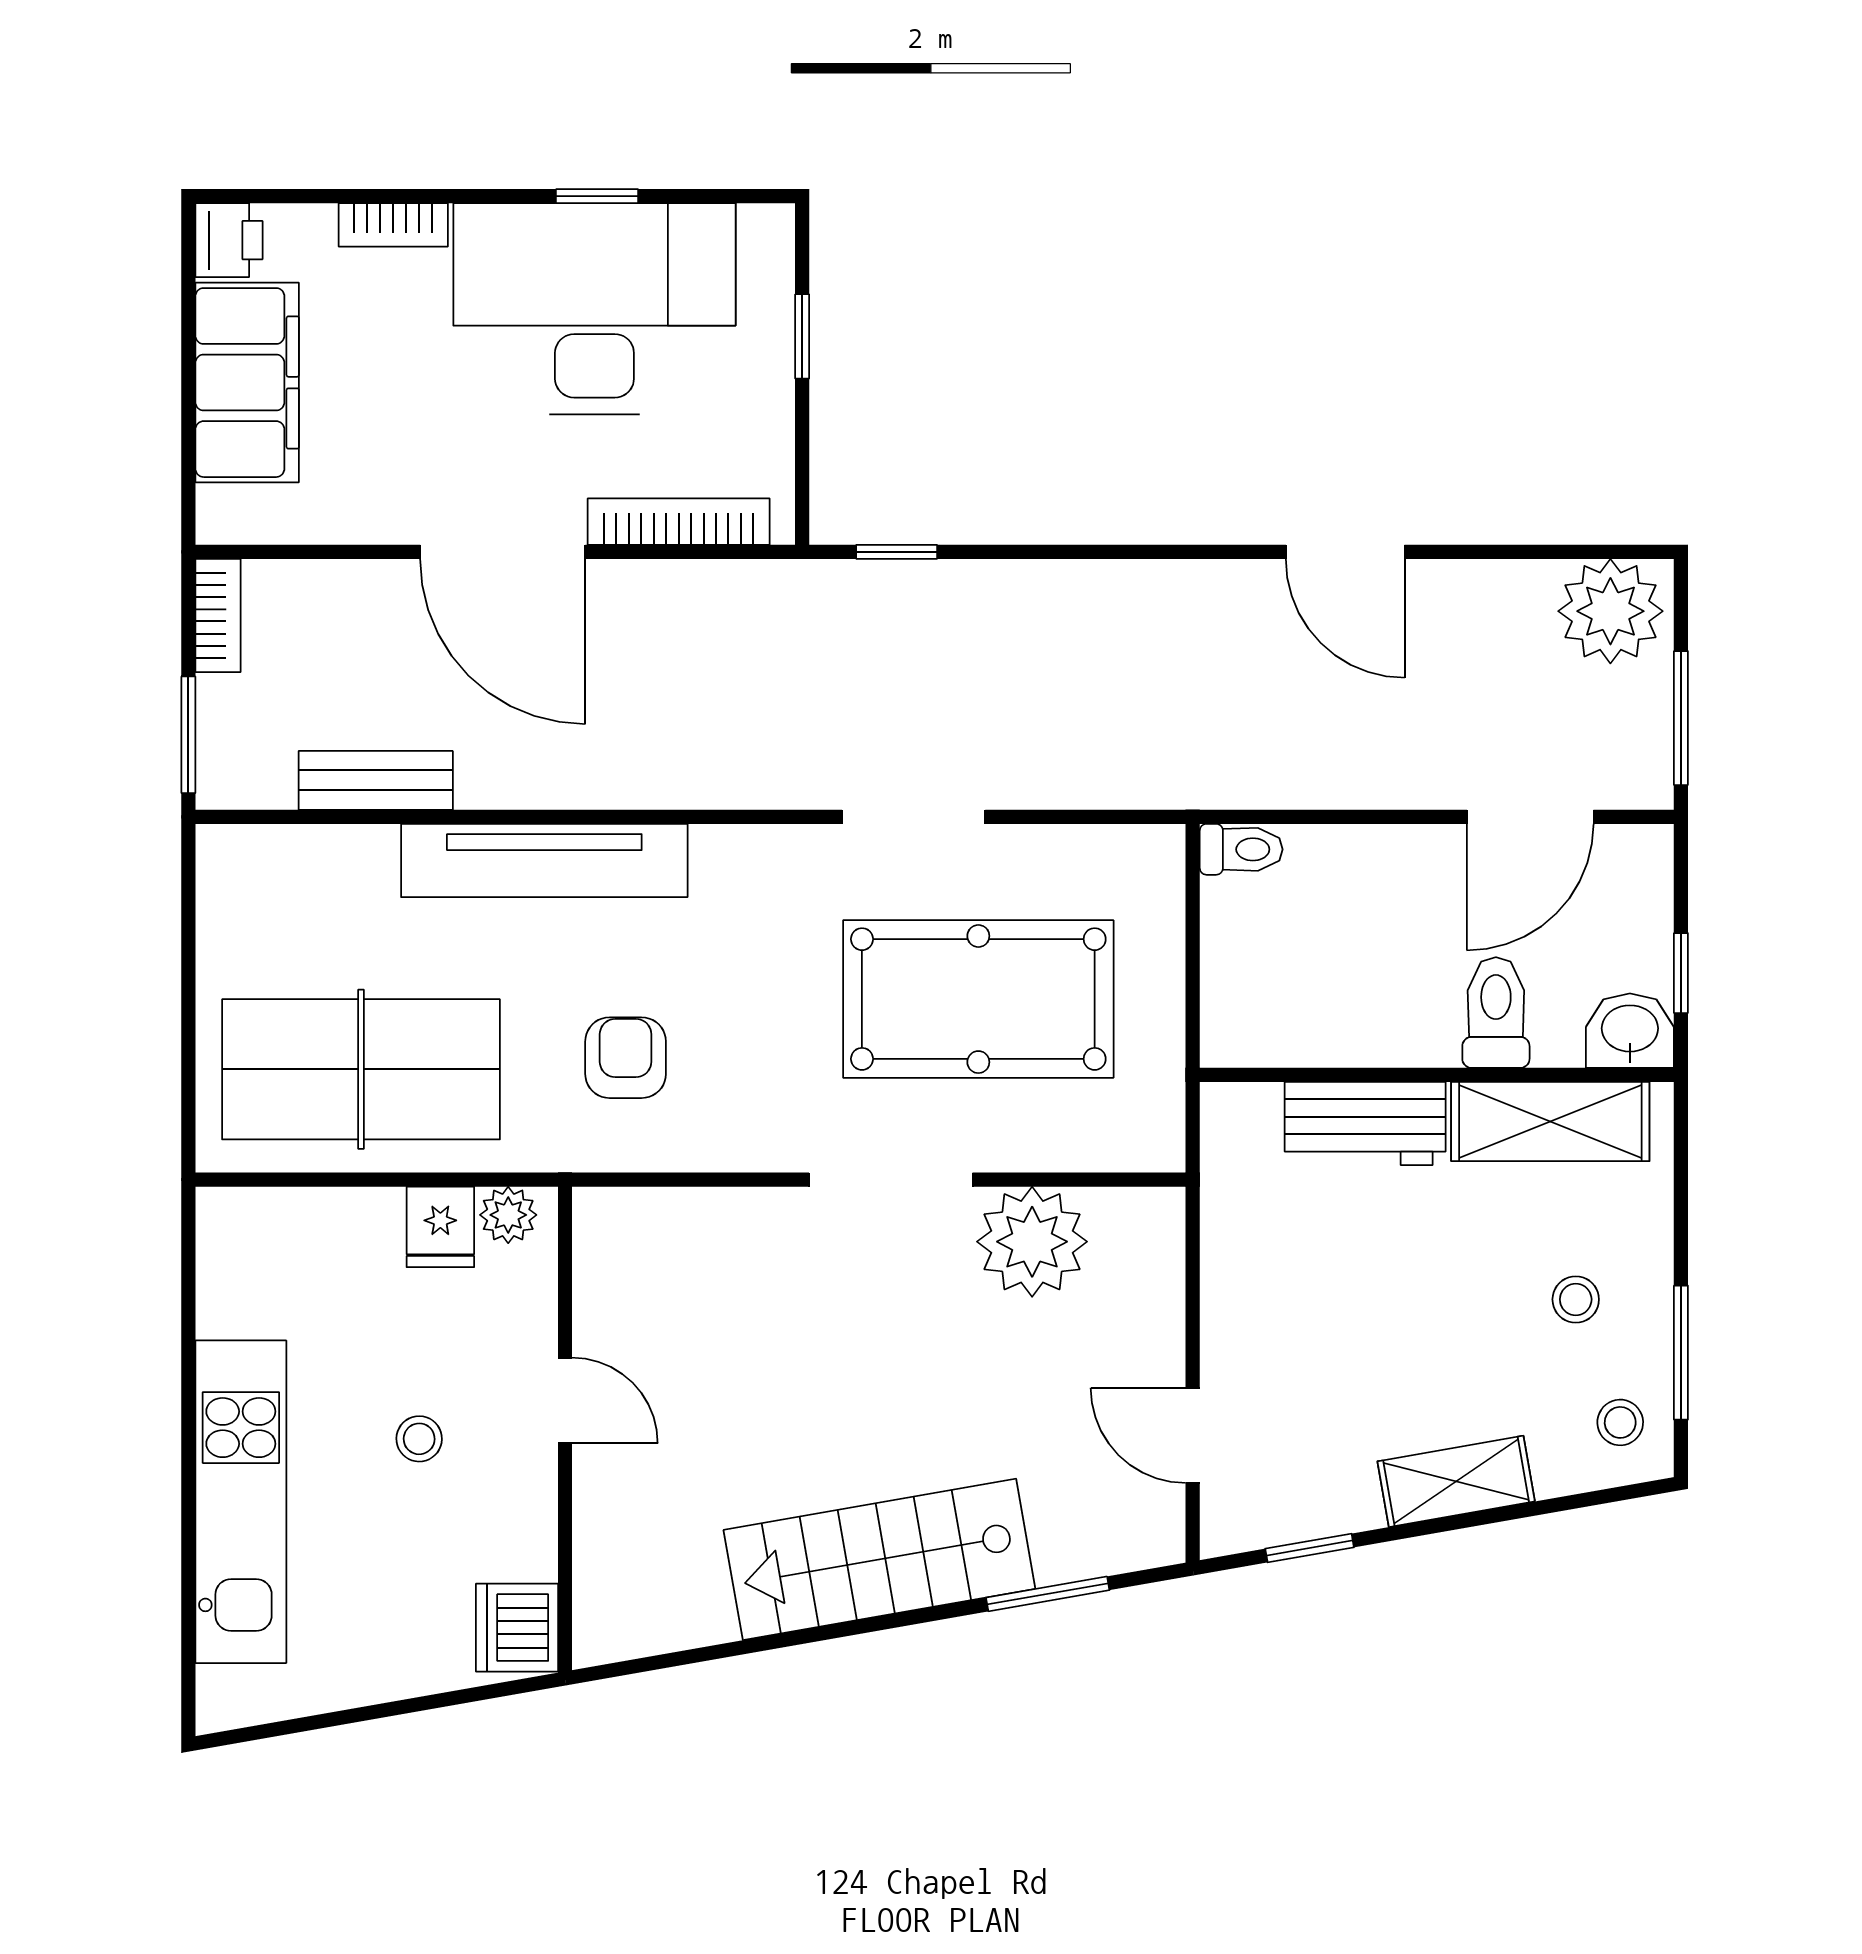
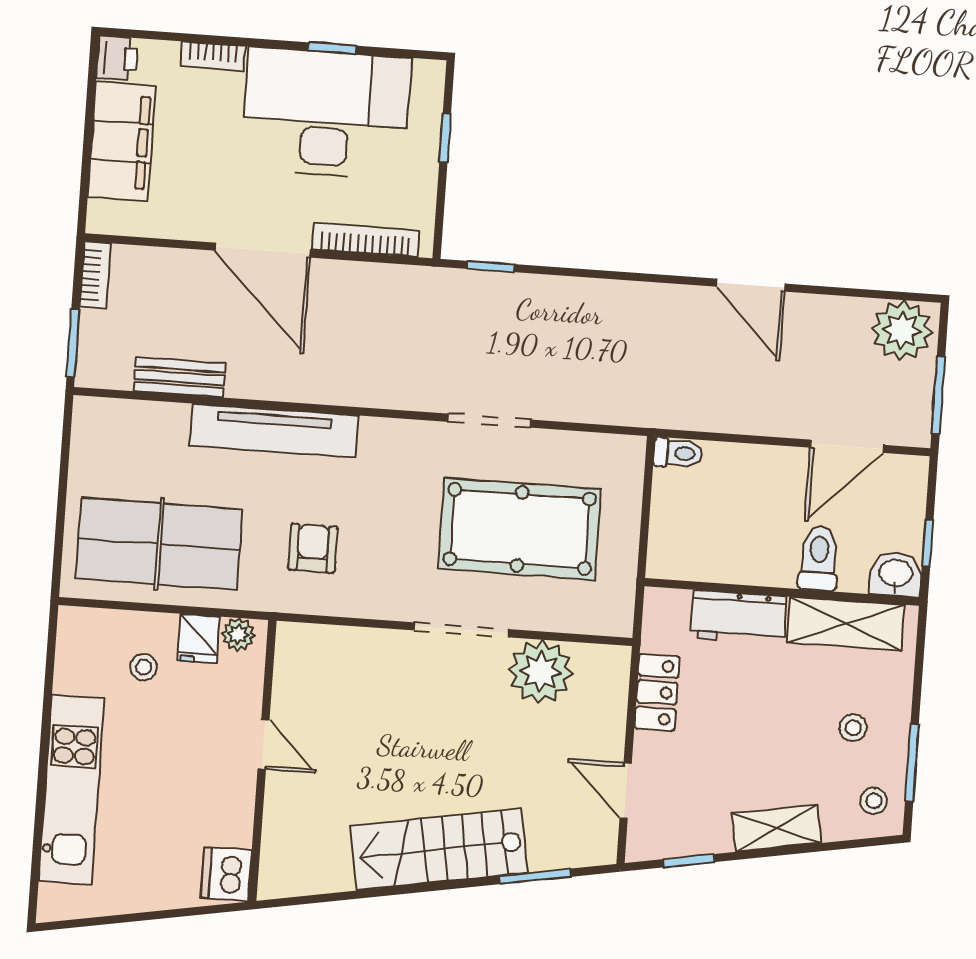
locker: (1234, 1263) -> (657, 692), added
stool: (419, 1439) -> (144, 667), moved

